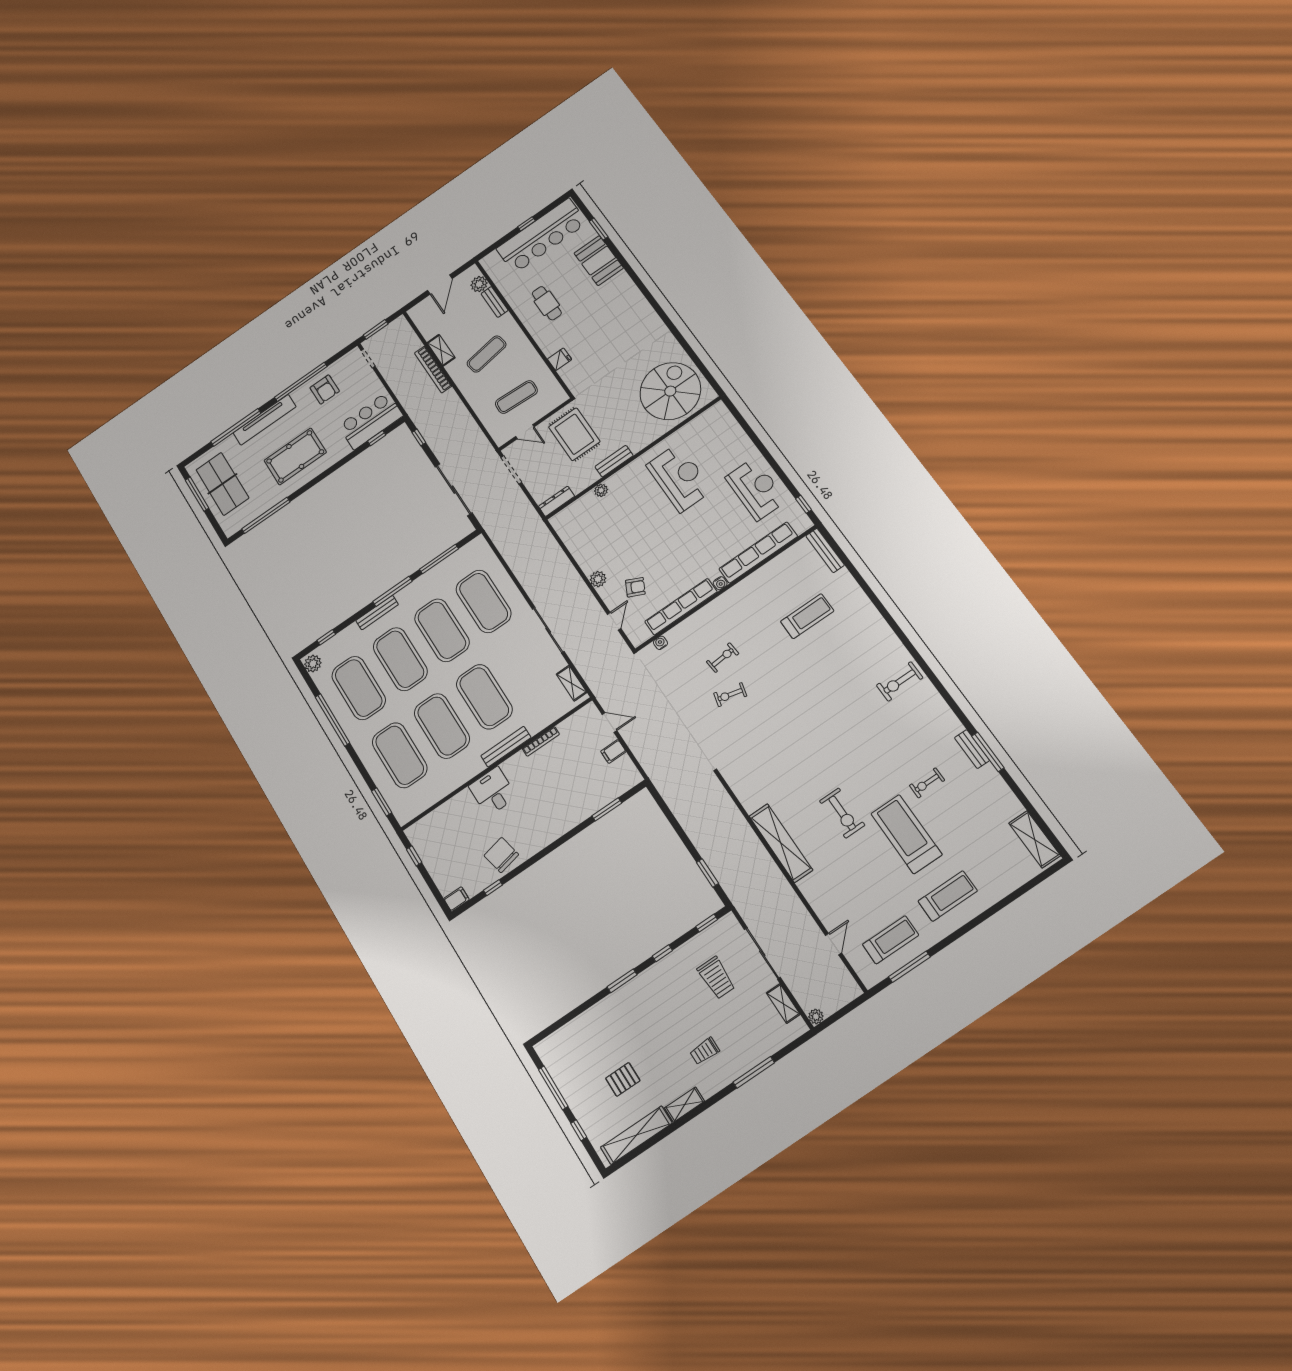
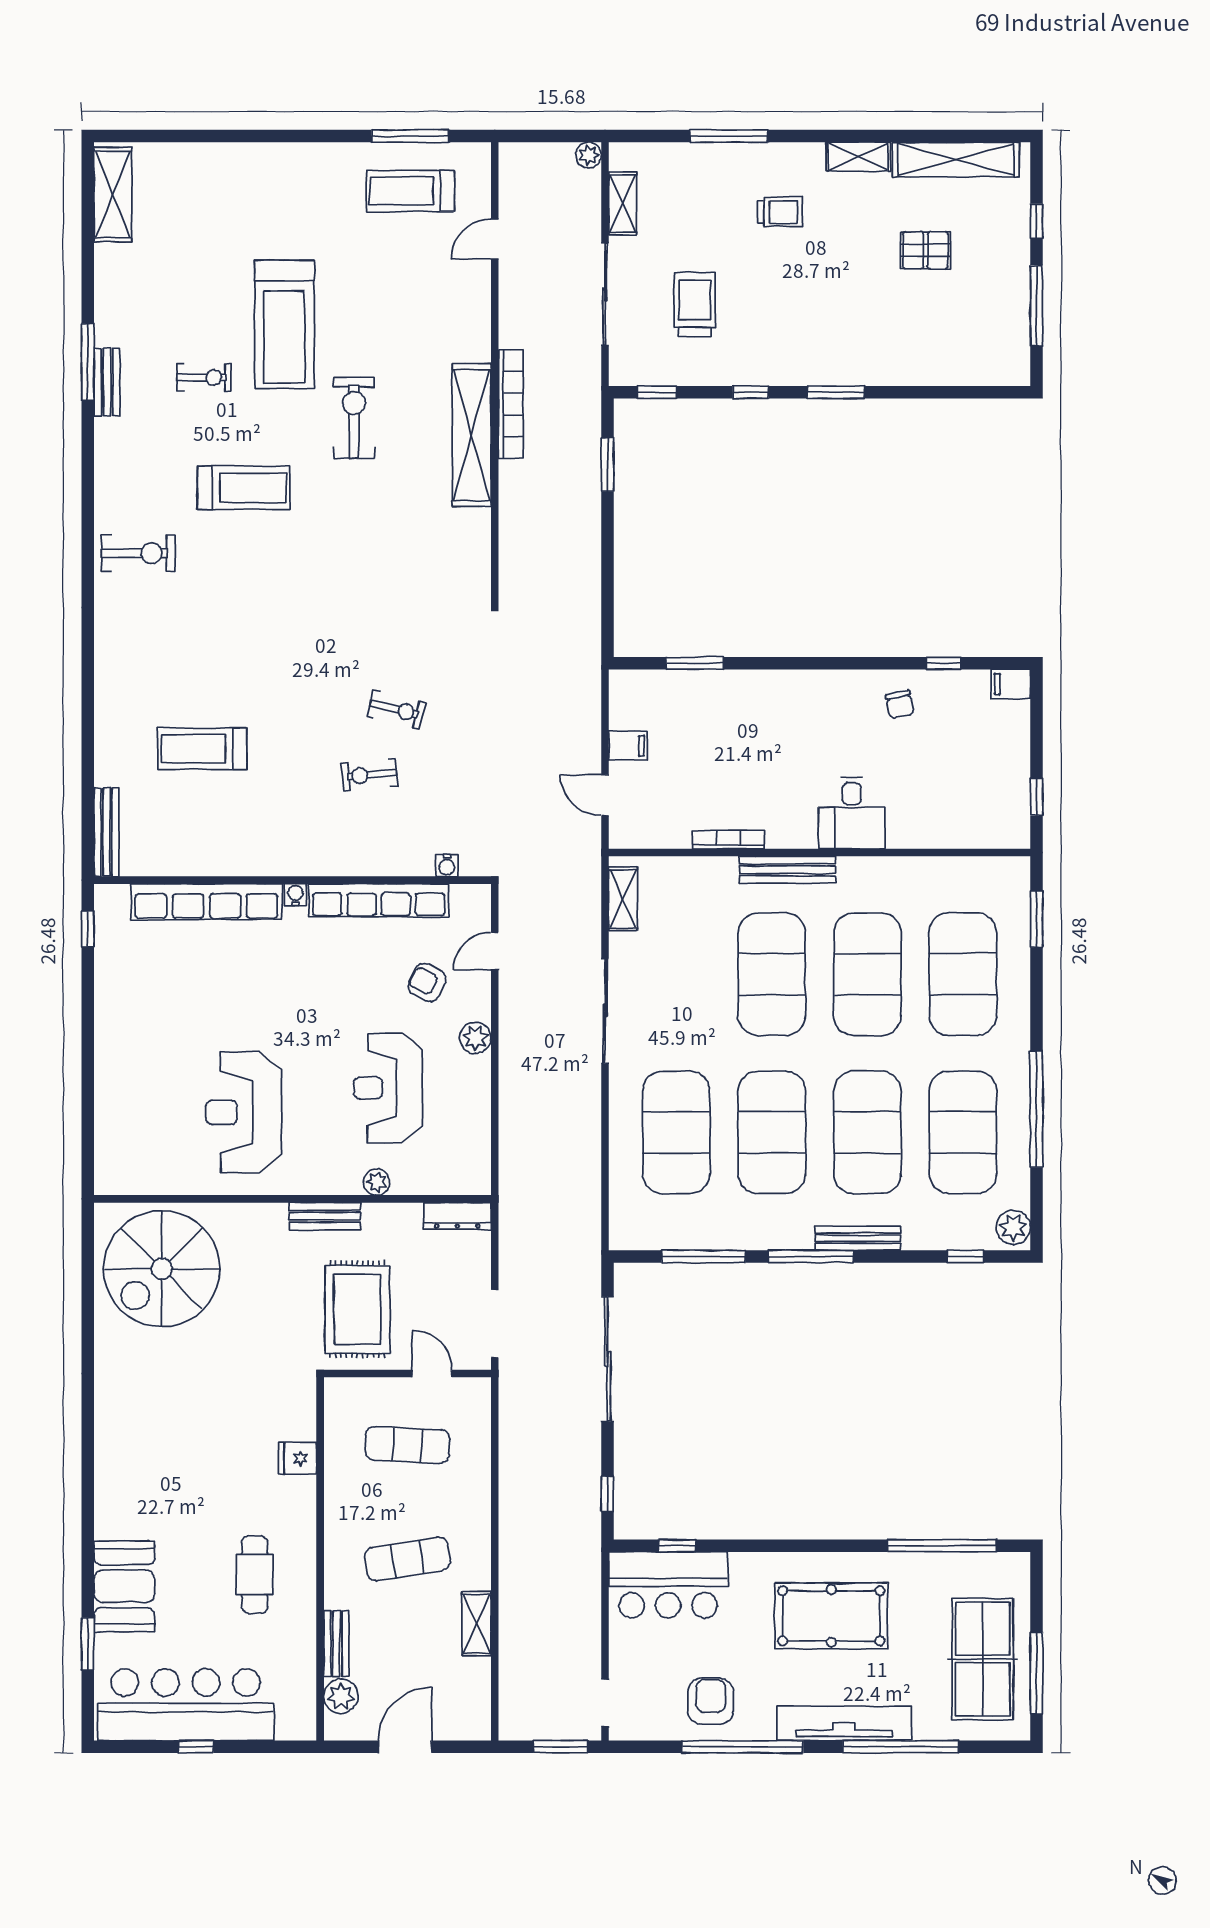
bookcase: (433, 370) -> (511, 404), moved
reception desk: (756, 489) -> (388, 1088), moved
chair: (501, 855) -> (900, 705), width x0.54, depth x0.54
treadmill: (948, 896) -> (244, 488), moved, turned 180

